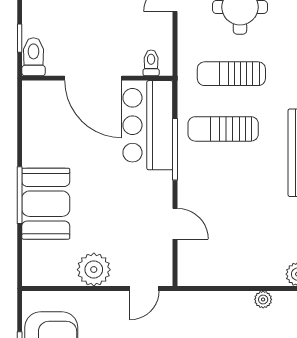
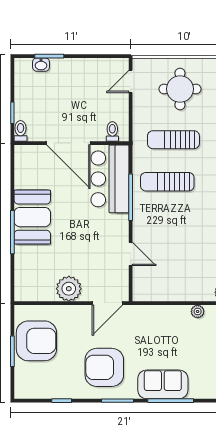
toilet: (33, 57) -> (21, 131), width x0.73, depth x0.72
booth: (46, 204) -> (32, 217), moved
door: (144, 288) -> (107, 303), width x1.38

